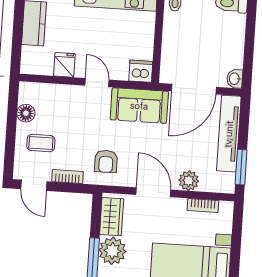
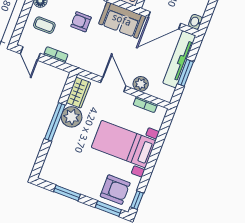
armchair: (106, 161) -> (81, 22), moved, turned 90
window: (241, 167) -> (186, 73), moved

